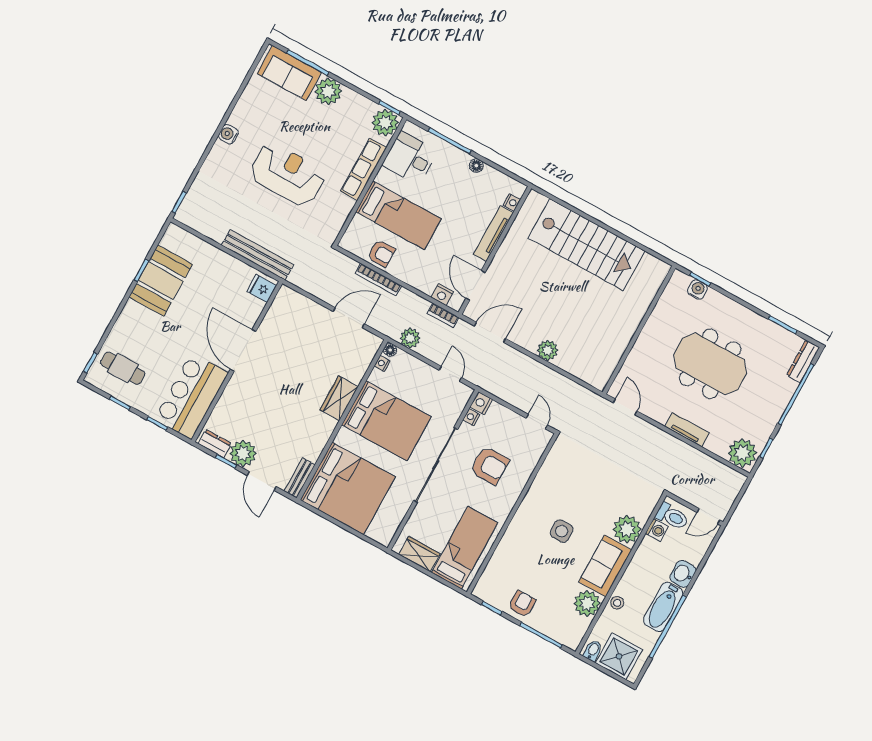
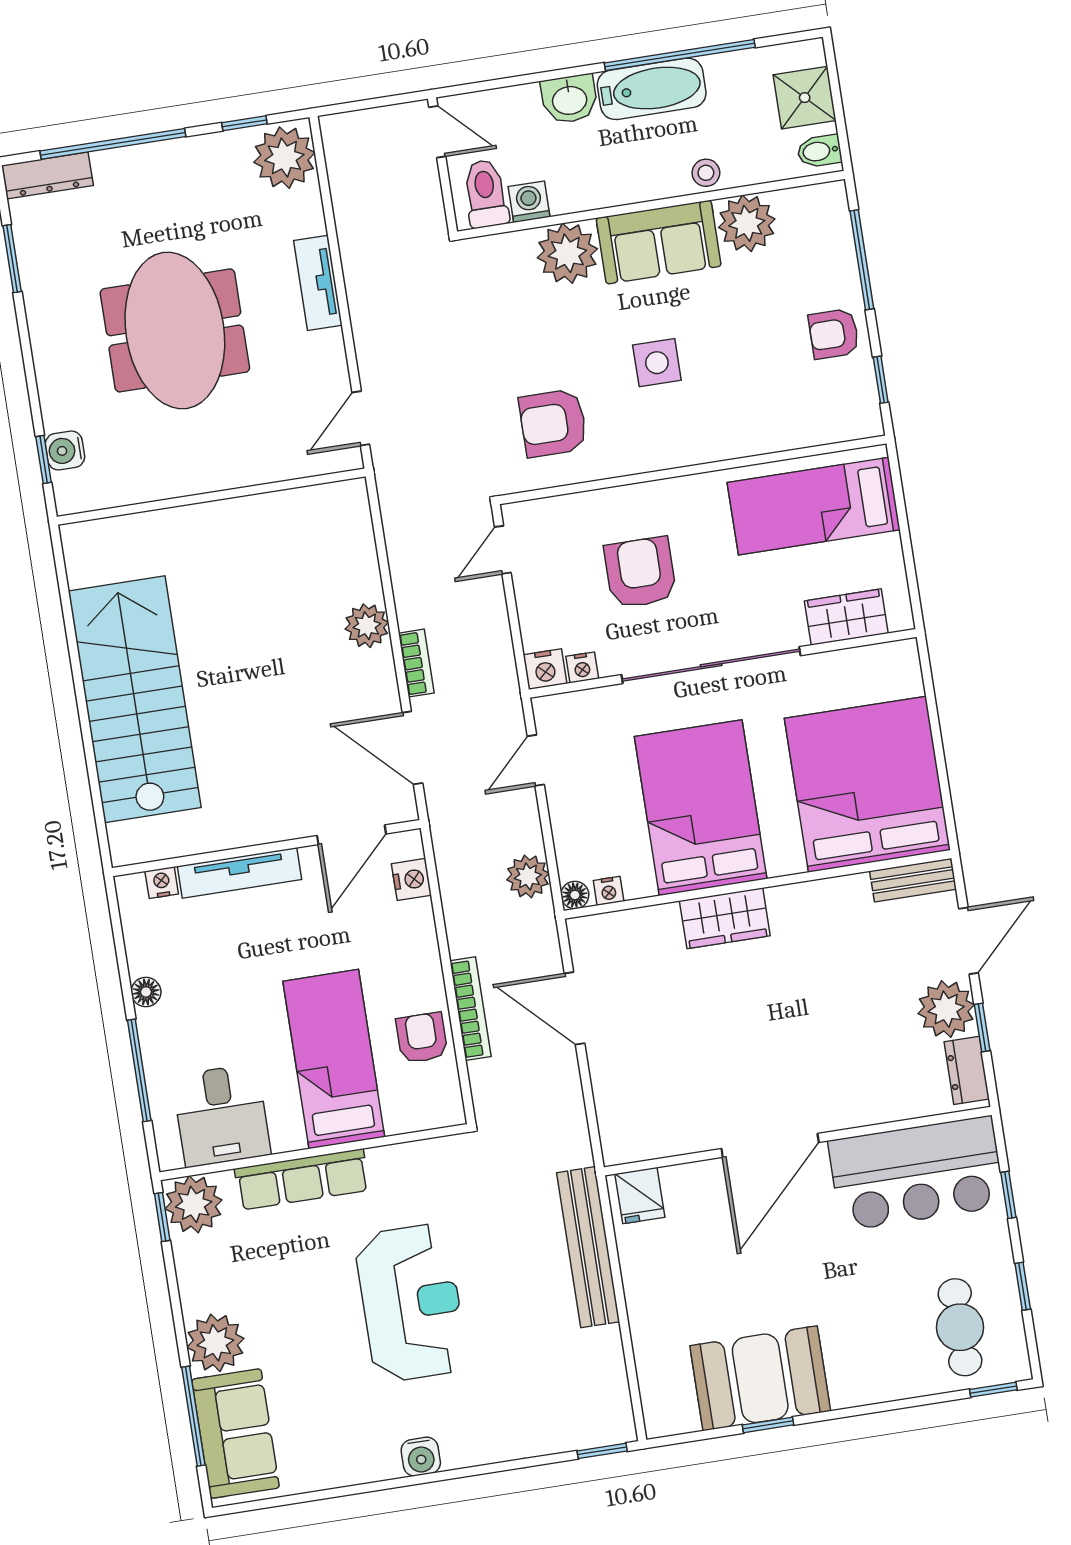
reception desk: (287, 174) -> (411, 1303), turned 180
bookcase: (443, 315) -> (416, 663), moved
armchair: (569, 476) -> (553, 423), added
wardrobe: (419, 554) -> (846, 617), moved, turned 90
shower: (619, 656) -> (805, 98), width x0.73, depth x0.73

